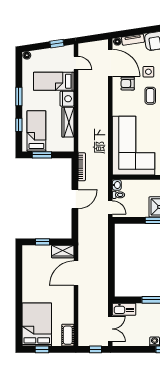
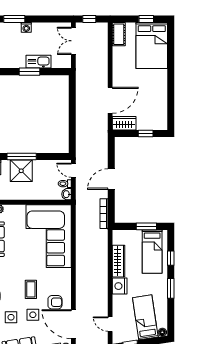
bed: (54, 81) -> (145, 317), moved, turned -99
kitchen sink: (124, 309) -> (38, 62), moved

